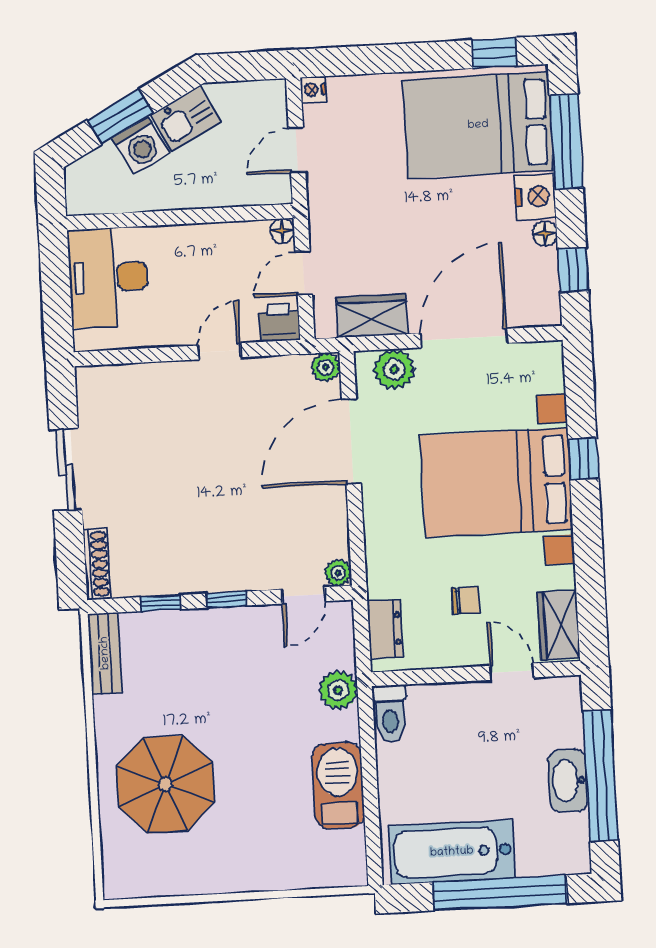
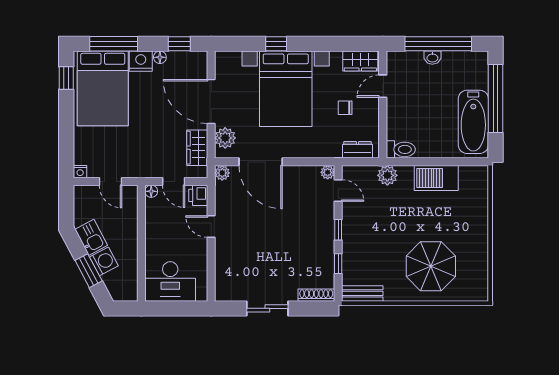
chair: (466, 600) -> (345, 108), turned -90
washbasin: (568, 781) -> (432, 58), width x0.52, depth x0.69

